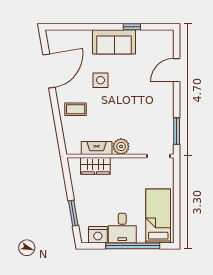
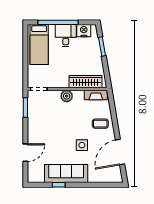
sofa: (114, 42) -> (66, 174), width x1.36
fireplace: (97, 148) -> (96, 95), moved
wardrobe: (95, 166) -> (86, 82), width x1.50

